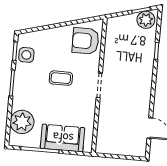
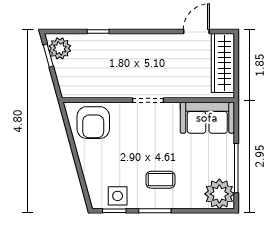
coffee table: (61, 78) -> (161, 180), moved, turned 90
plant: (22, 122) -> (219, 194), moved
sofa: (63, 138) -> (207, 118), moved, turned -90
wardrobe: (123, 147) -> (223, 63), added

